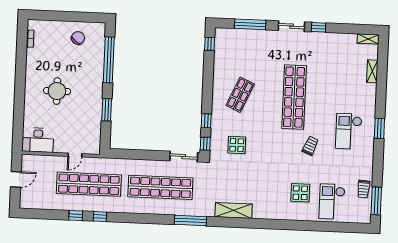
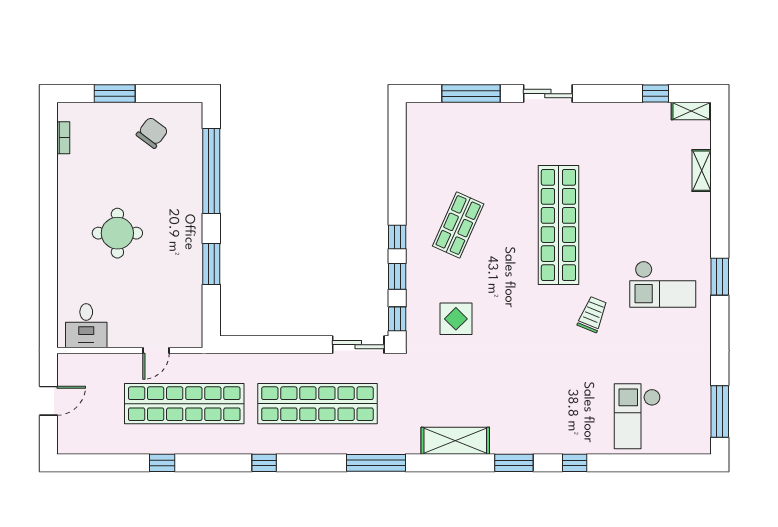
window: (59, 16) -> (115, 94), added
window: (319, 27) -> (656, 94), moved
window: (210, 44) -> (397, 237), moved
checkout: (349, 131) -> (663, 284), turned -90
desk: (38, 140) -> (86, 326), width x0.73
trolley: (364, 189) -> (695, 390), removed
display table: (300, 193) -> (578, 402), removed
window: (100, 217) -> (264, 463), moved
window: (265, 224) -> (514, 463), added
window: (297, 225) -> (575, 463), added

